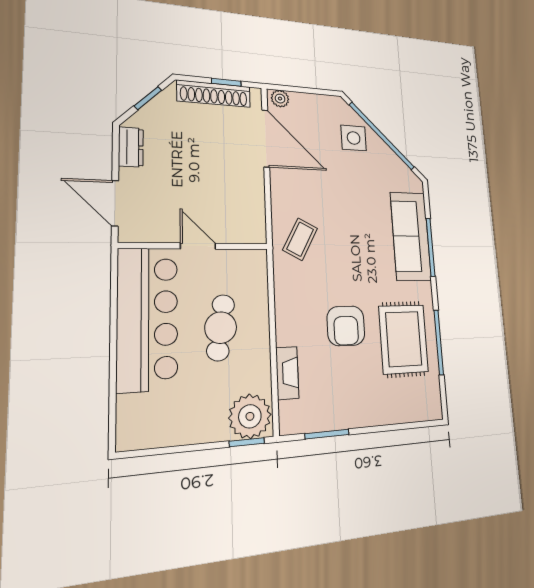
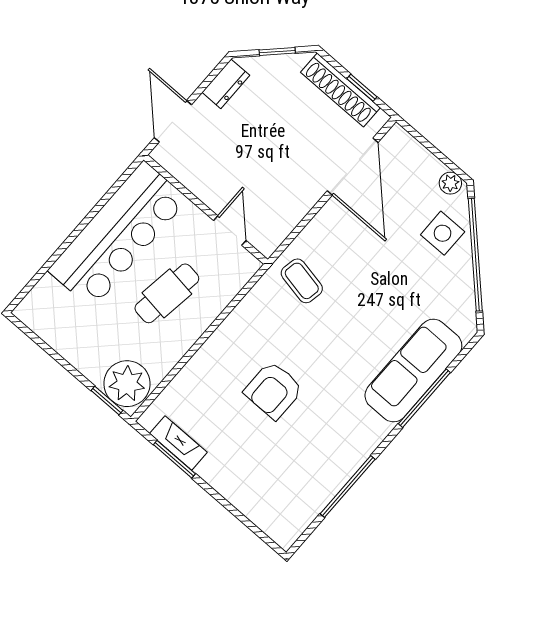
plant: (280, 99) -> (450, 183), moved
coffee table: (300, 239) -> (302, 281), turned 73
door: (198, 246) -> (230, 230), moved
rug: (404, 339) -> (316, 451), removed
fireplace: (287, 373) -> (178, 443), moved, turned -90

